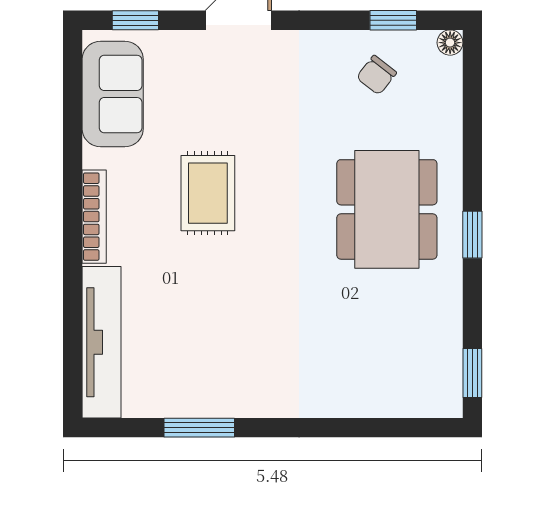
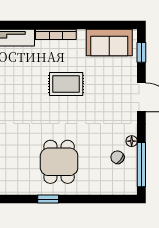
window: (393, 20) -> (141, 165), width x2.17
floor lamp: (450, 43) -> (132, 141), moved
dining table: (387, 209) -> (59, 162), width x0.73

